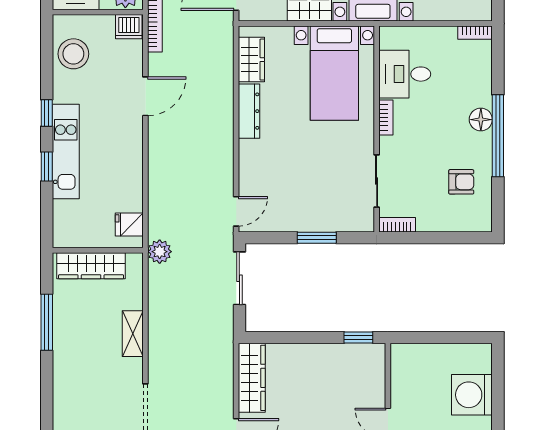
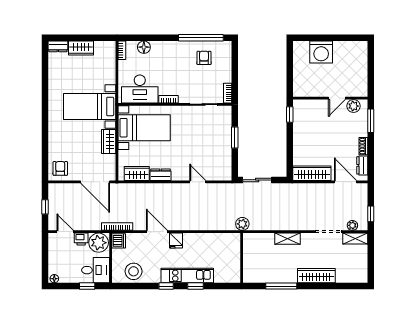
desk: (405, 74) -> (140, 89), width x1.37
dresser: (249, 111) -> (160, 175), width x0.70
floor lamp: (481, 120) -> (144, 47), moved
window: (498, 136) -> (201, 38), moved
door: (236, 211) -> (198, 182), moved
fridge: (129, 224) -> (176, 241), moved
wardrobe: (91, 266) -> (316, 276), moved, turned -90

